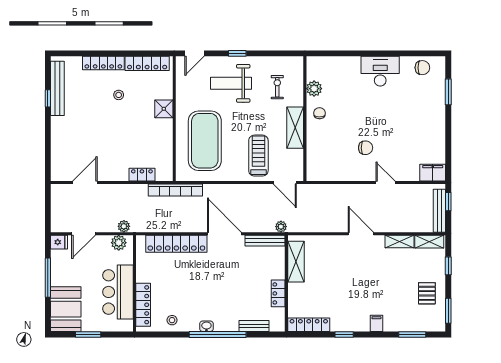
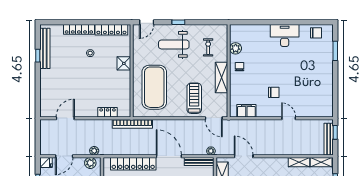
filing cabinet: (433, 173) -> (246, 111), moved
door: (361, 234) -> (244, 156), moved

